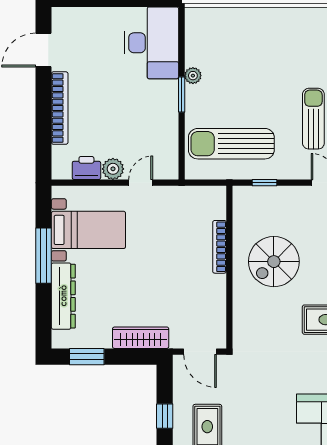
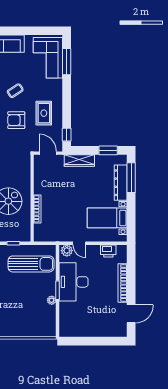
desk: (152, 43) -> (74, 282), moved
plant: (113, 169) -> (67, 251), moved
door: (141, 183) -> (79, 243), hinge flipped
window: (43, 256) -> (131, 178), moved
armchair: (259, 413) -> (16, 120), added
window: (165, 416) -> (67, 135), moved

